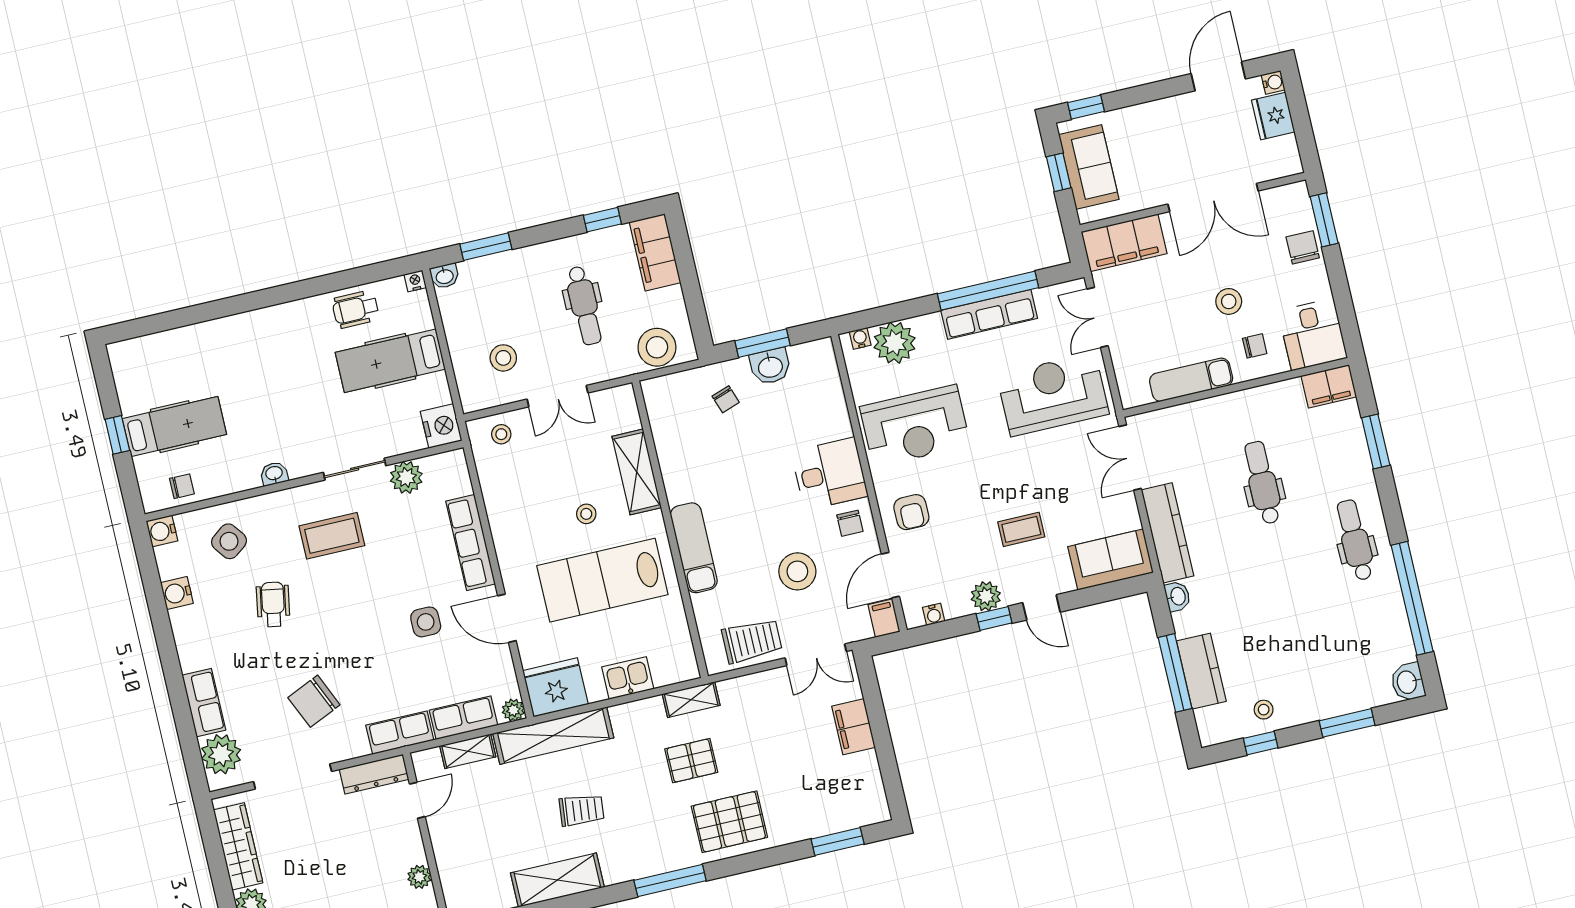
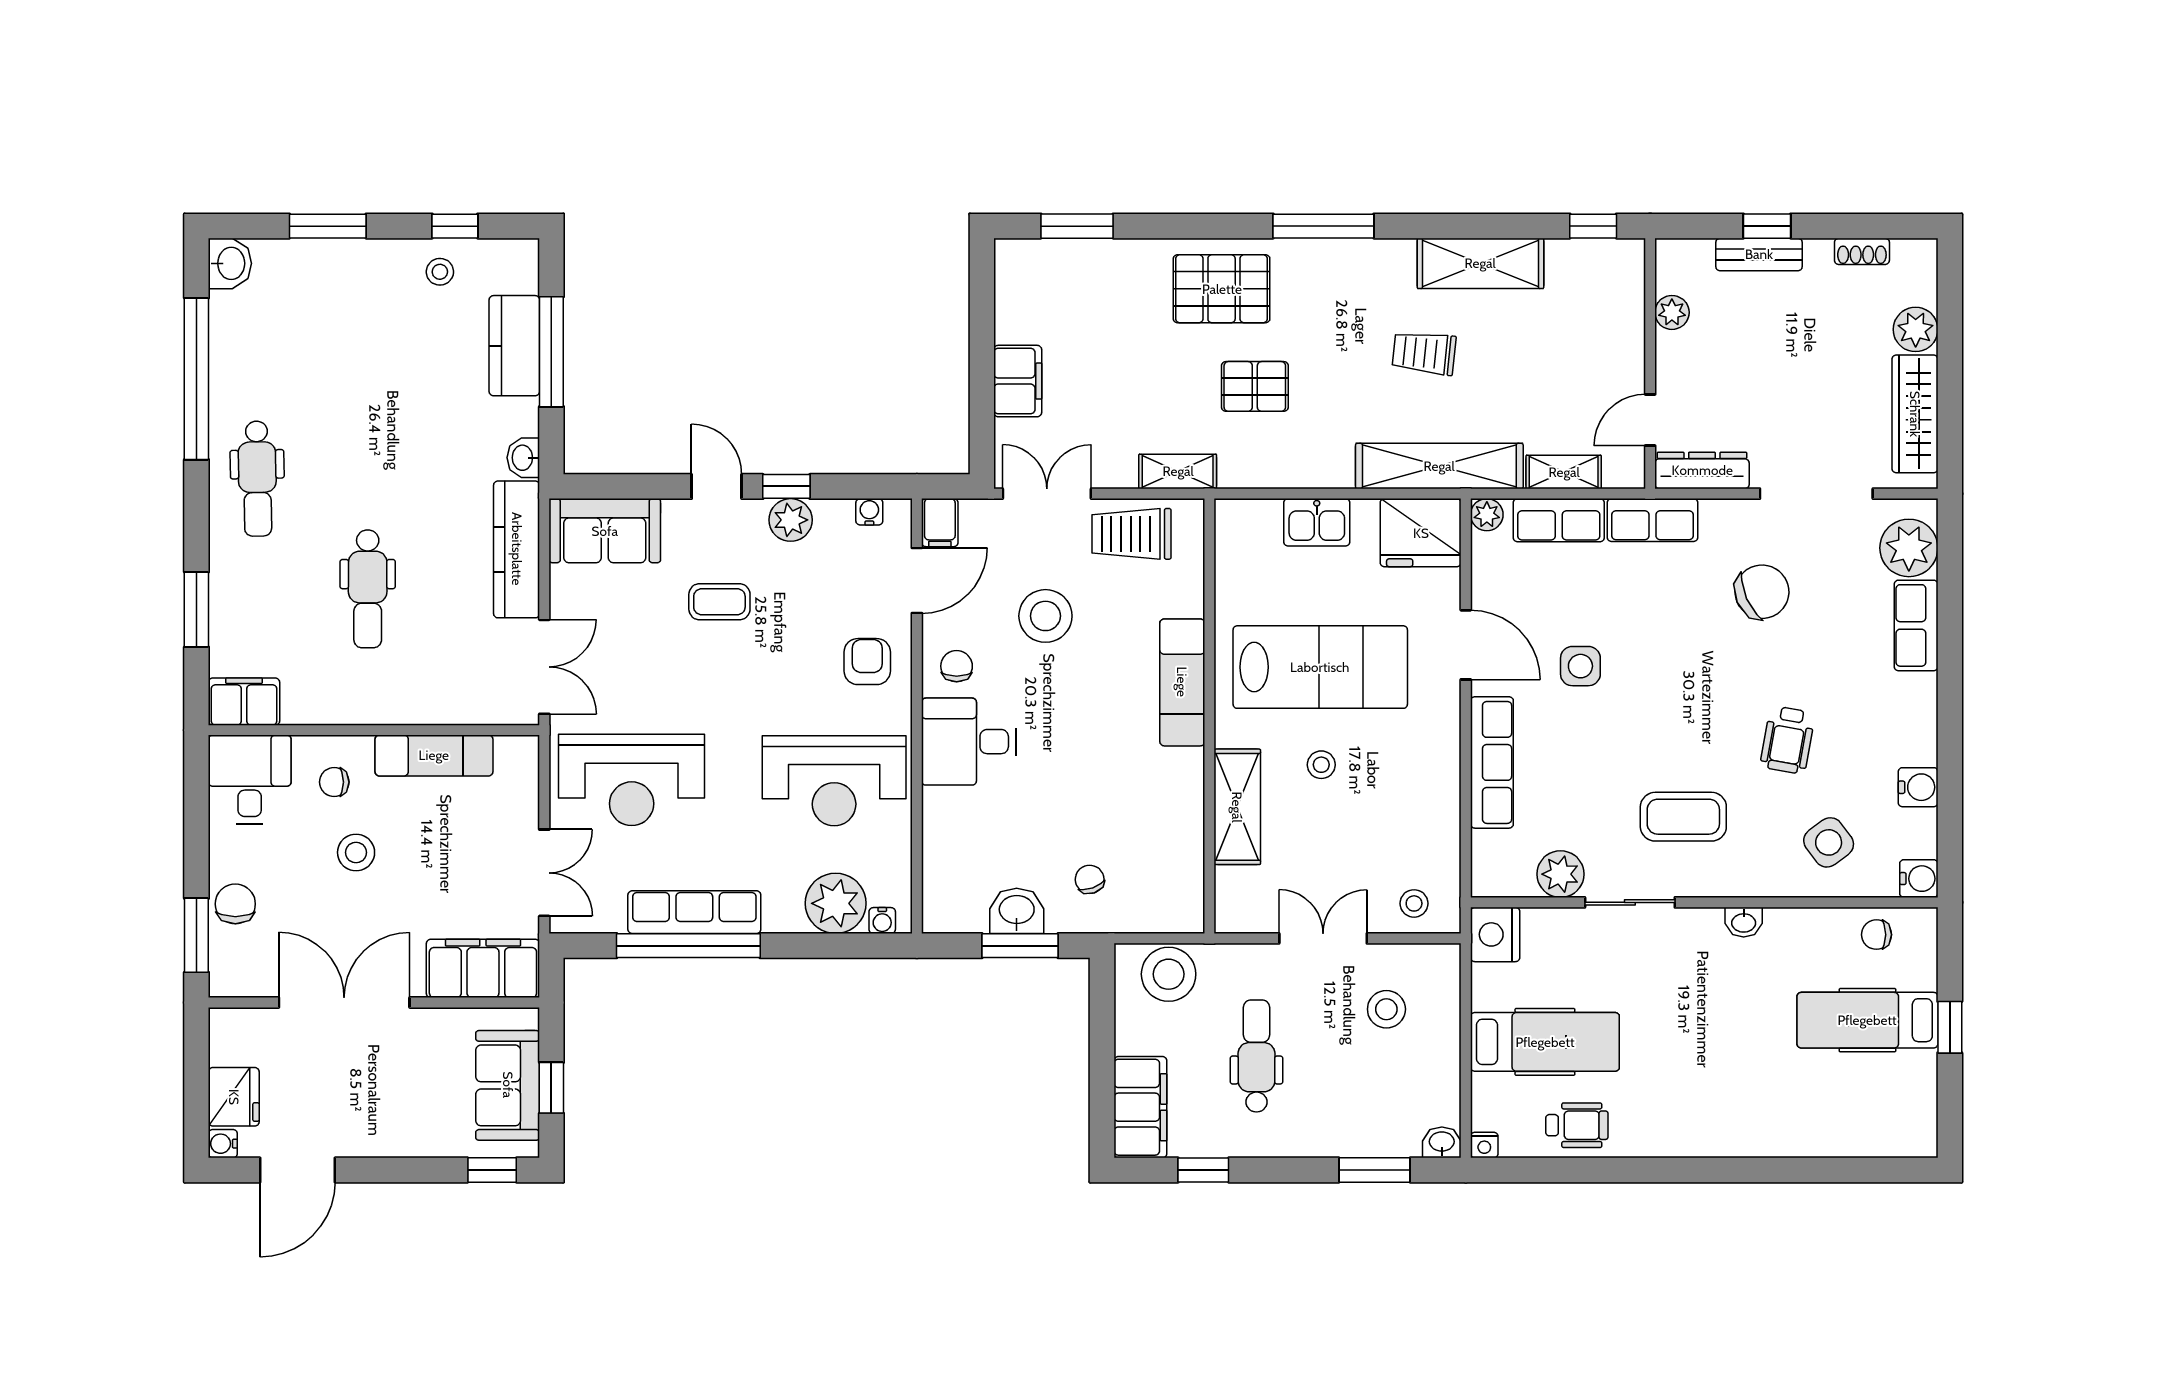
chair: (1303, 247) -> (235, 904), turned 180
reception desk: (915, 426) -> (834, 781), turned 180
shelving: (691, 700) -> (1178, 471), moved

